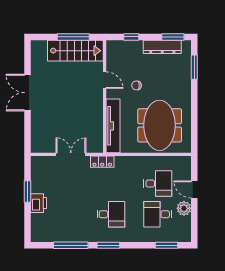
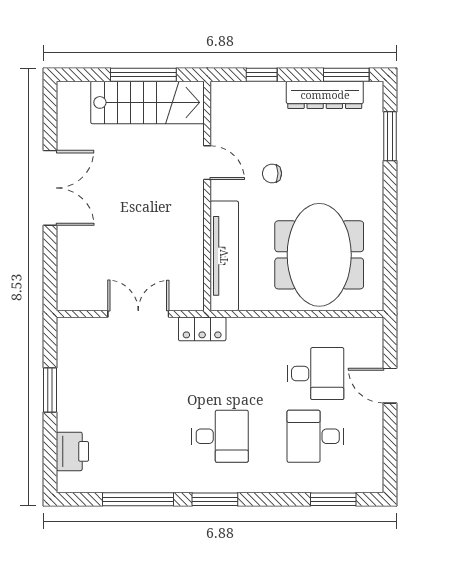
double door: (28, 93) -> (50, 188), swing flipped
printer: (39, 203) -> (72, 451), moved
plant: (184, 208) -> (369, 424), removed

